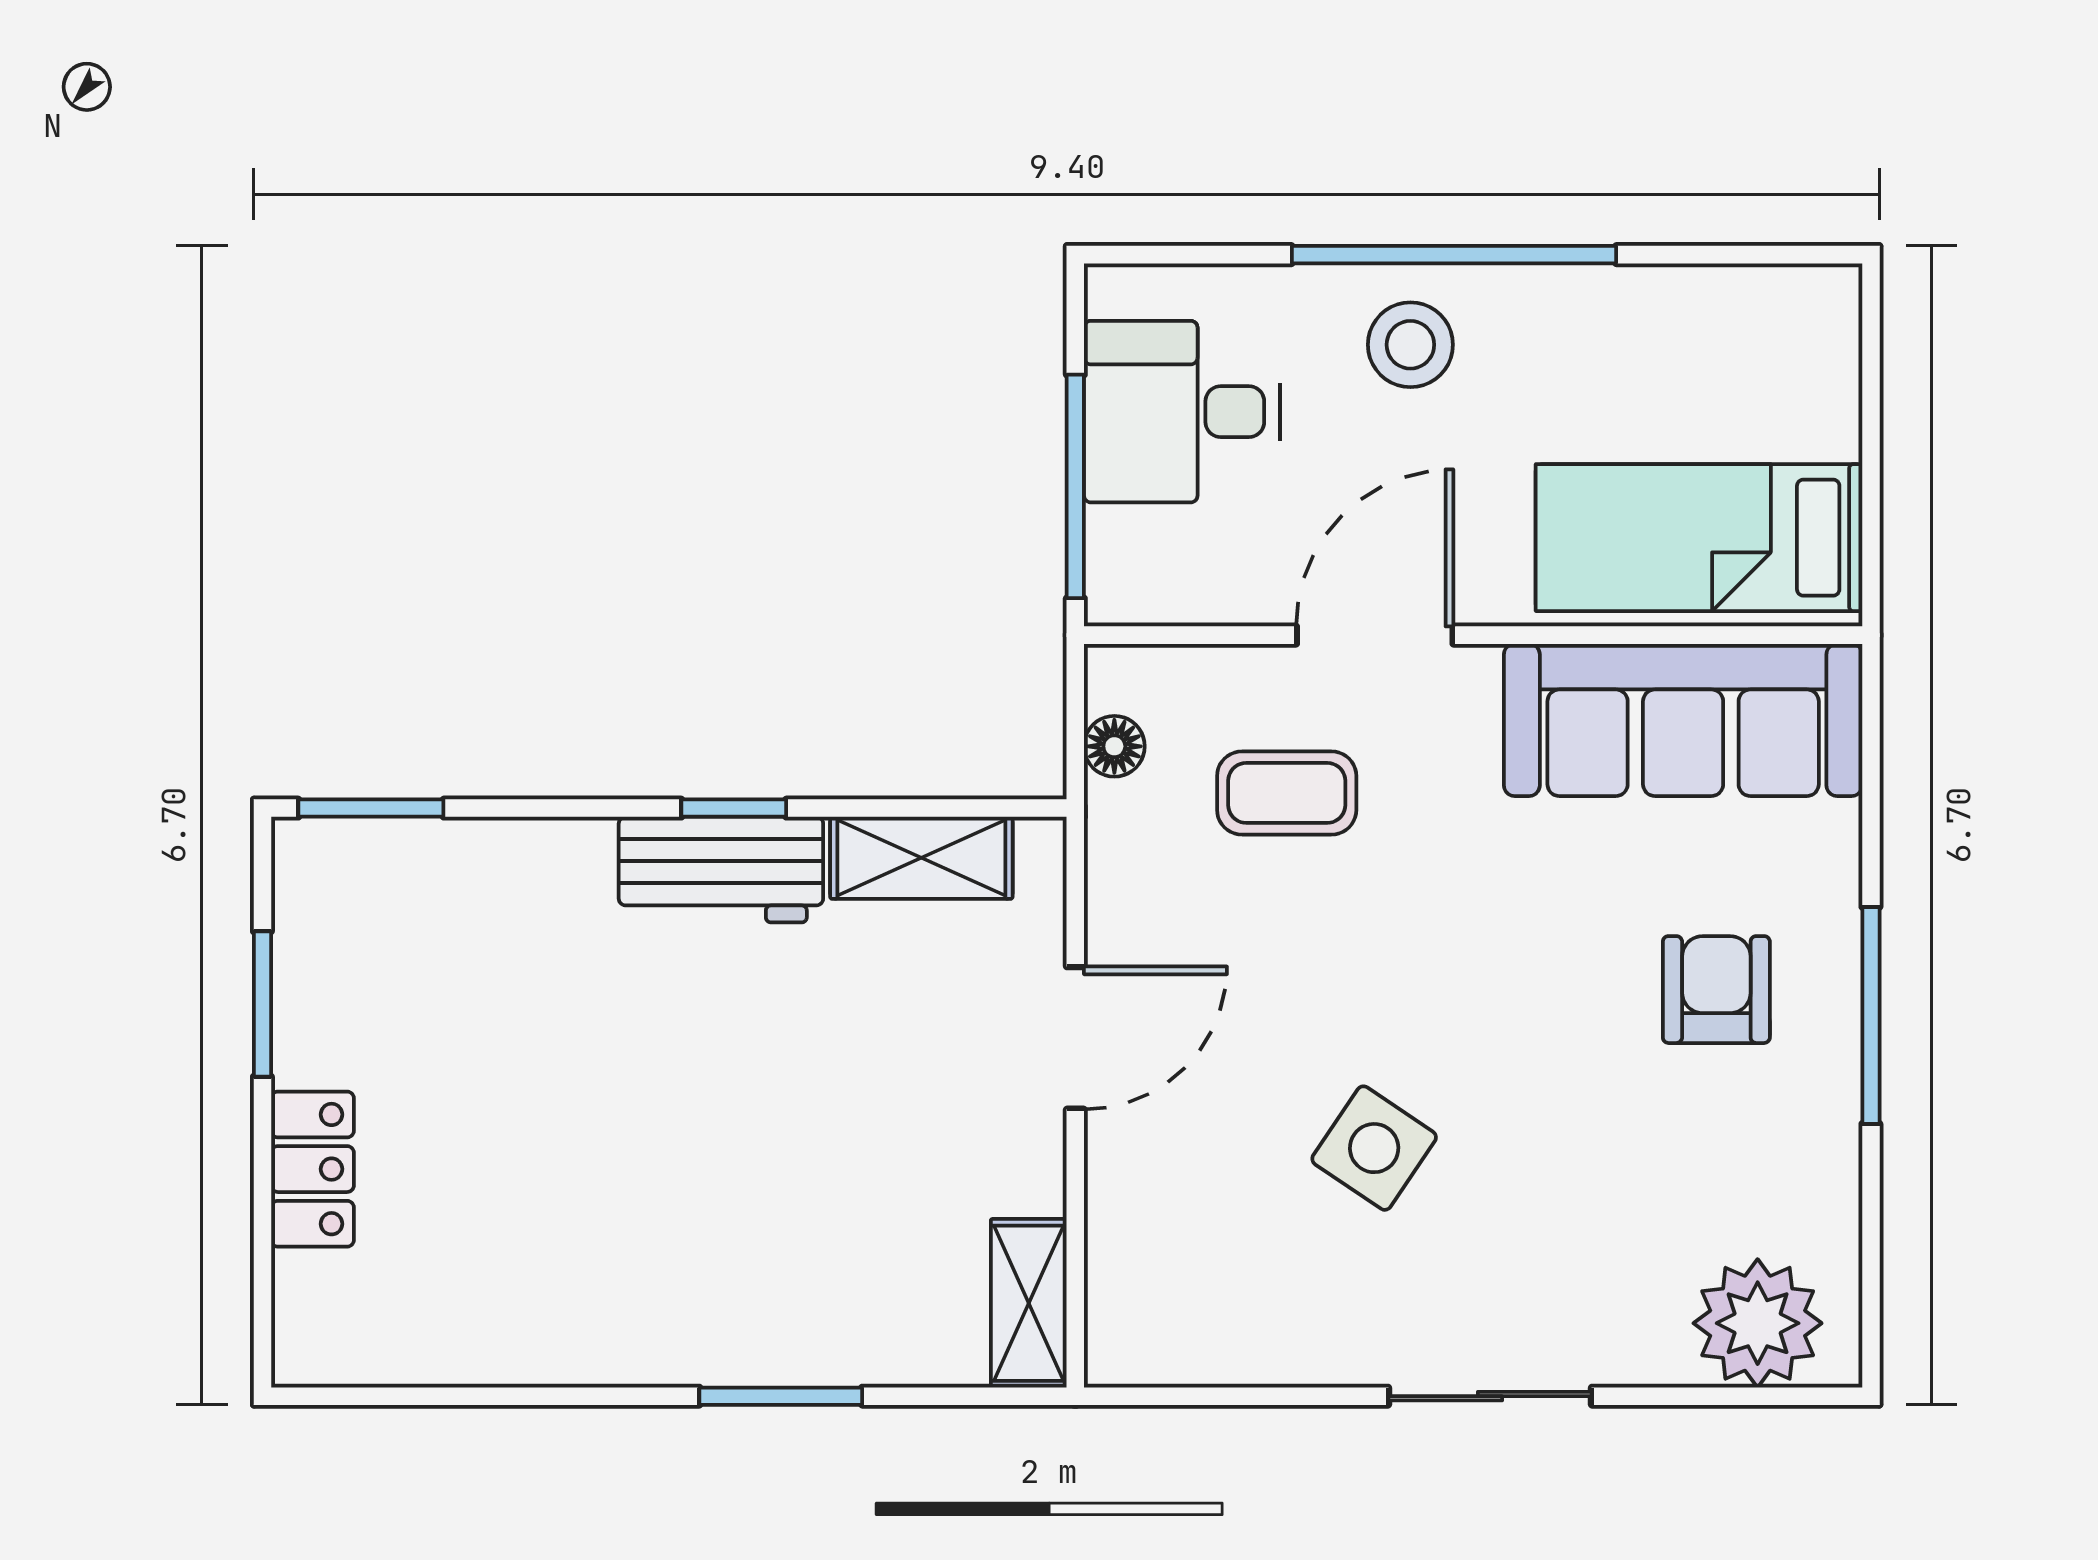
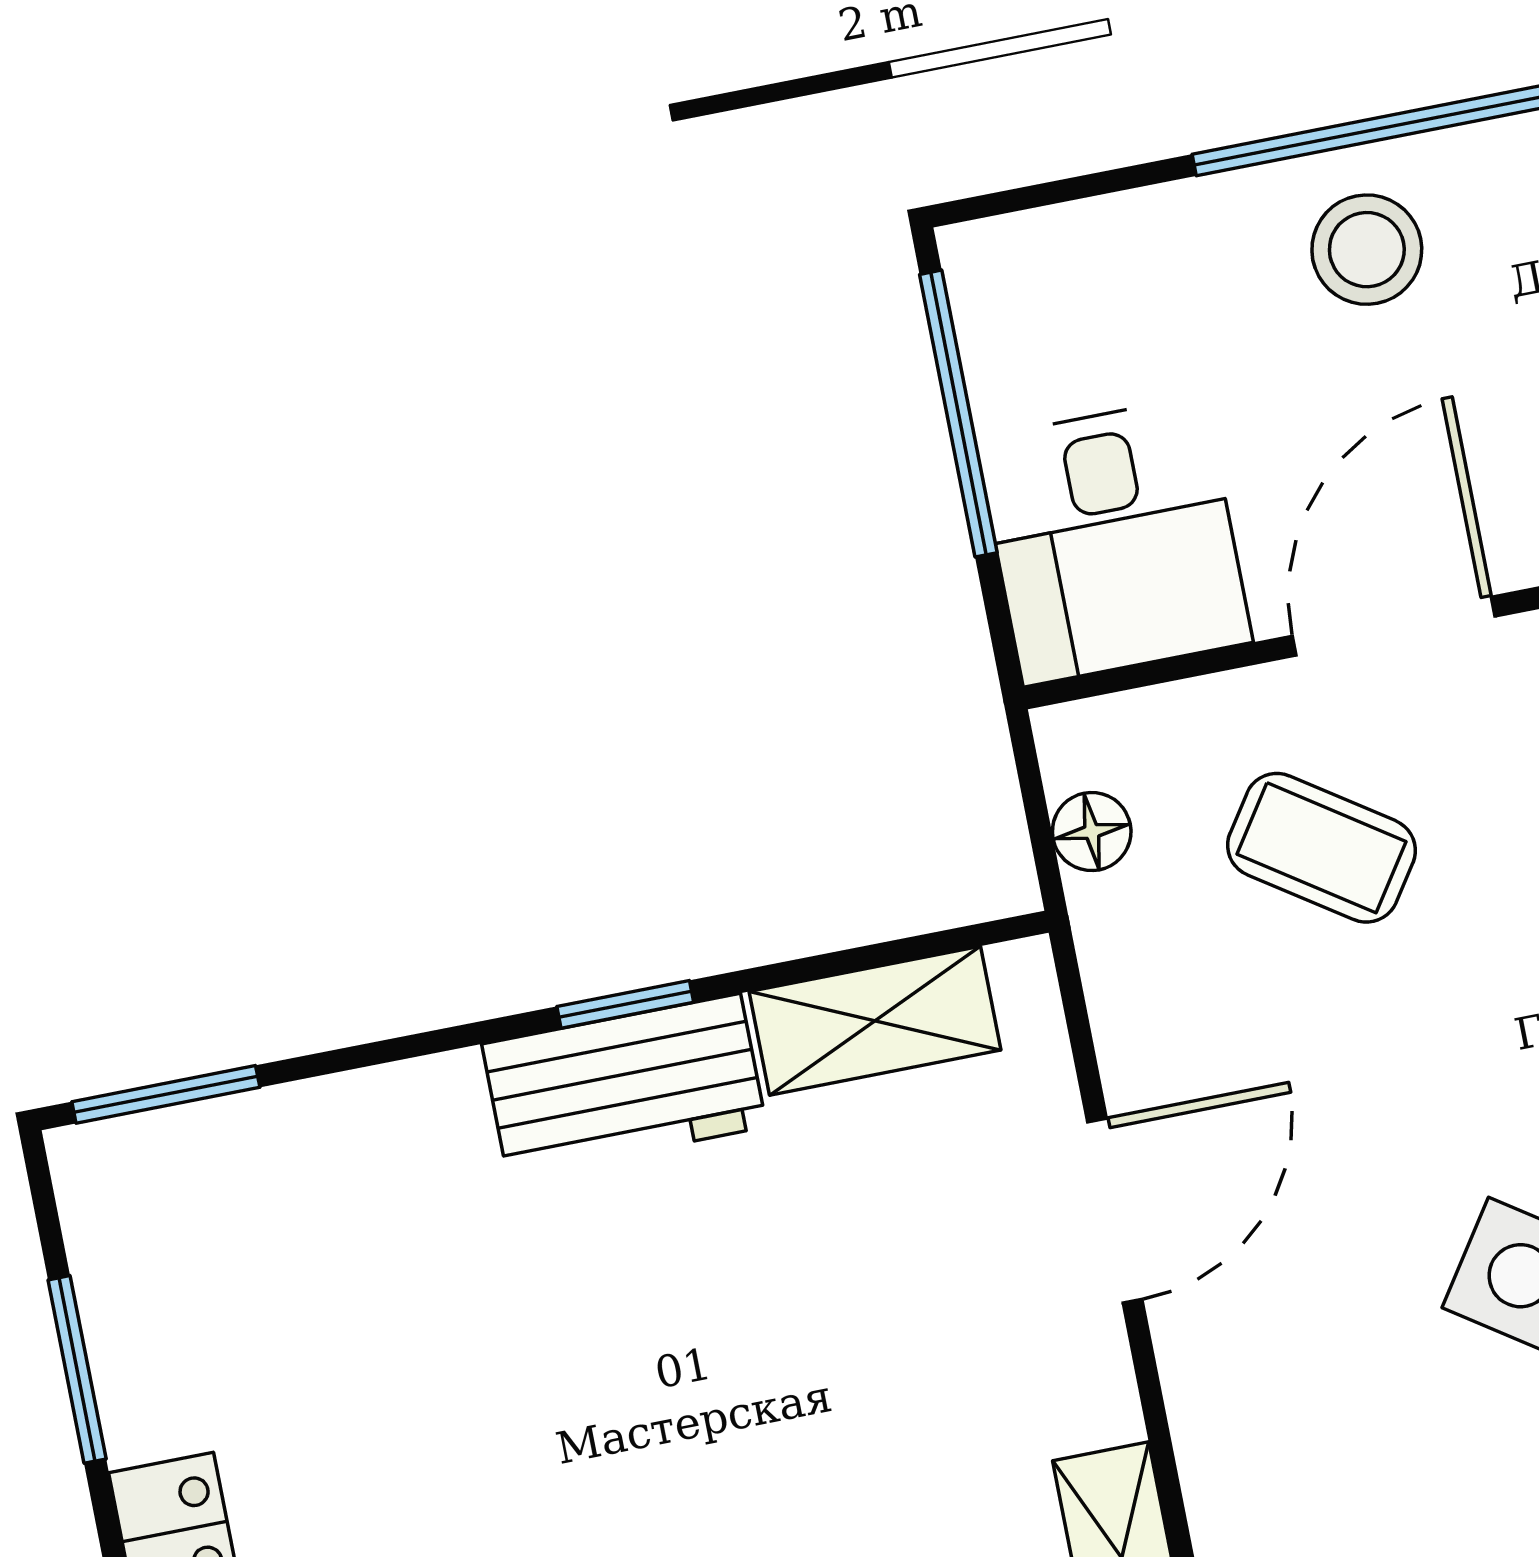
desk: (1182, 412) -> (1114, 541), moved, turned -90
window: (1075, 486) -> (958, 414), moved
coffee table: (1287, 793) -> (1322, 848), turned 34

